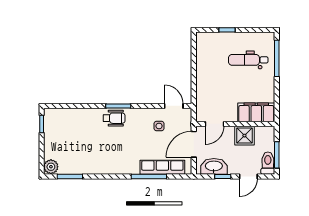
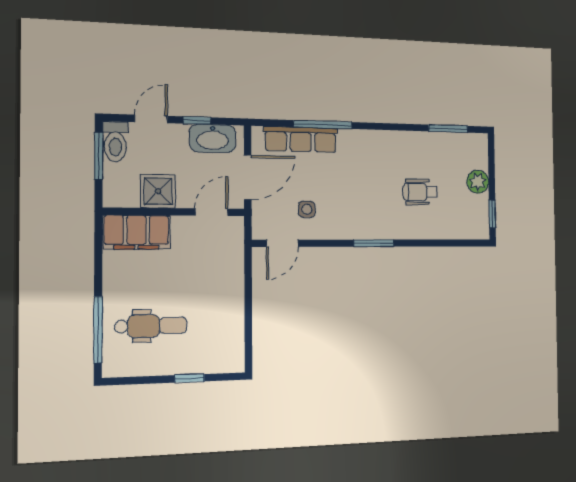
door: (174, 106) -> (282, 243), hinge flipped
wheelchair: (114, 118) -> (420, 192), moved
plant: (51, 167) -> (478, 182), moved

